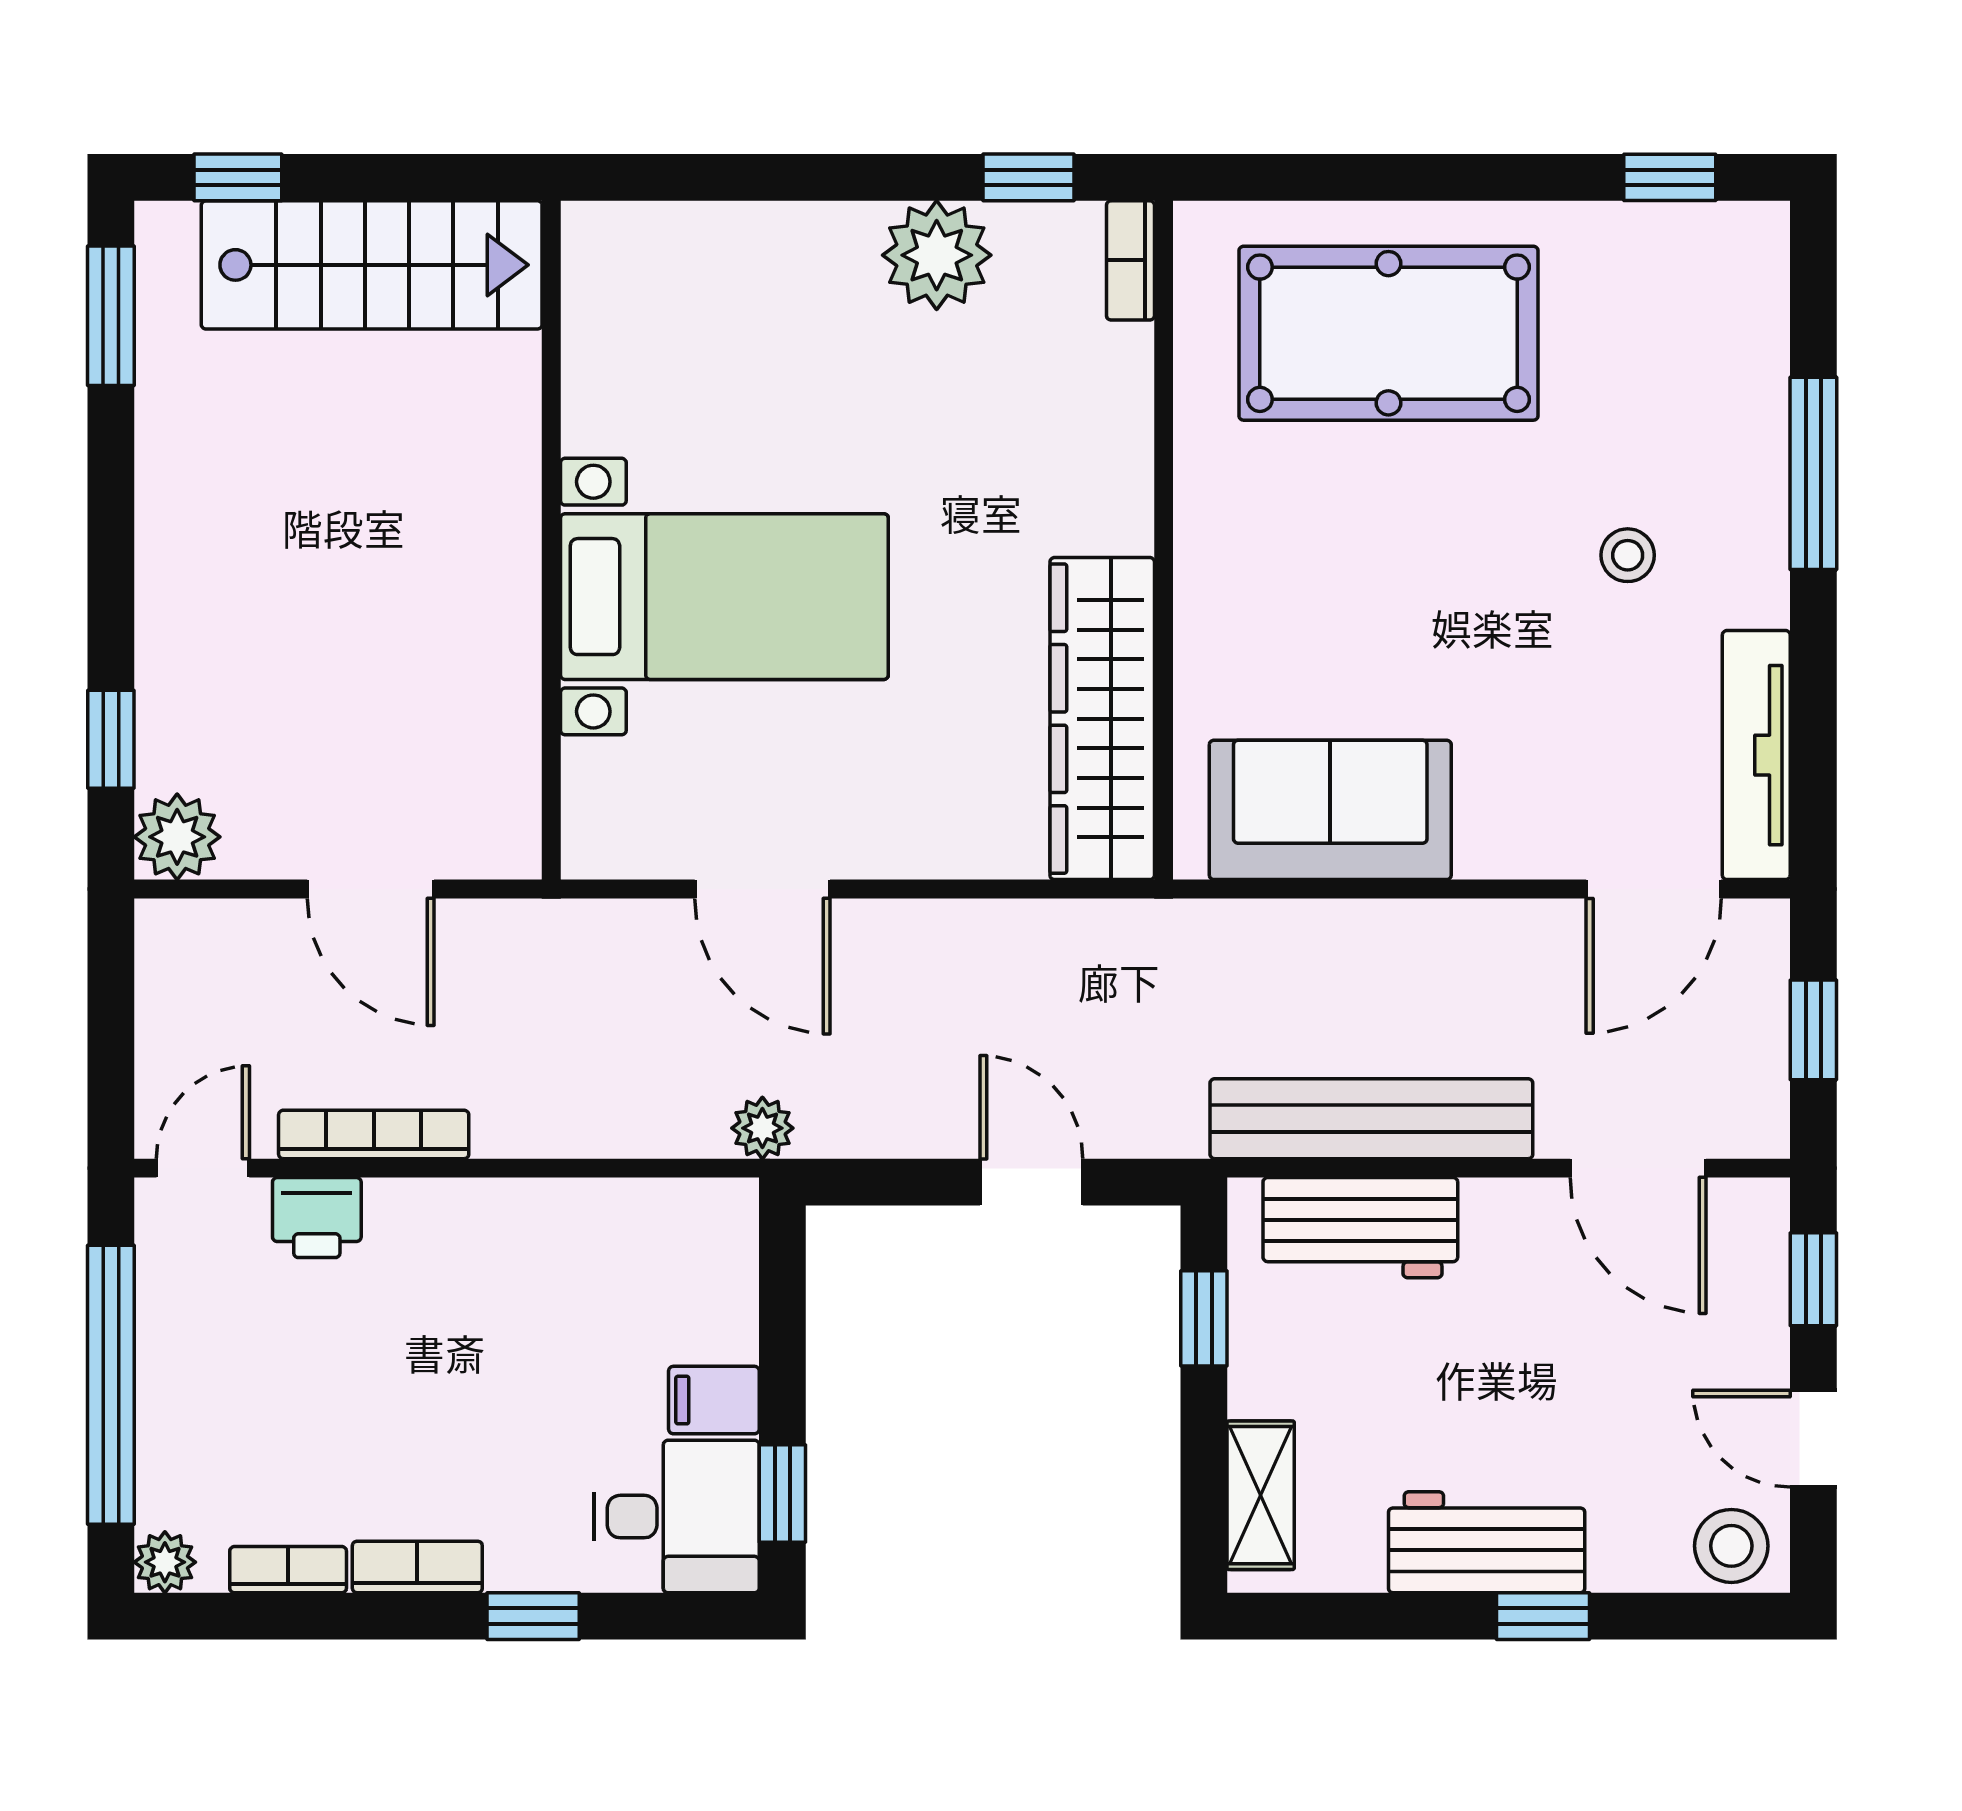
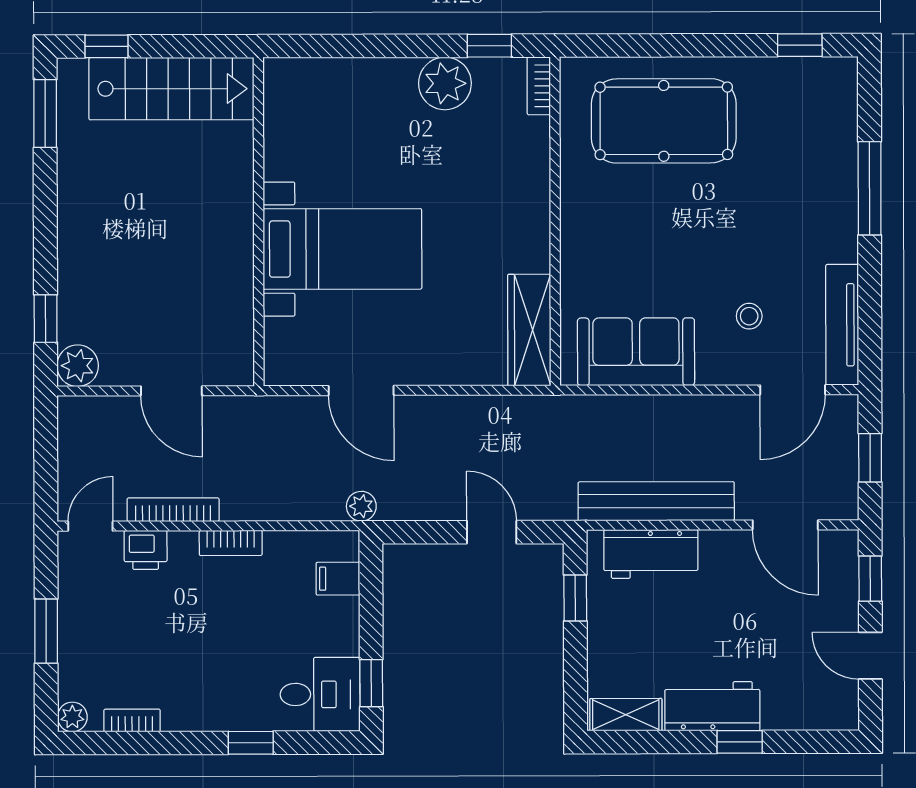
stool: (1628, 555) -> (749, 316), moved
wardrobe: (1102, 719) -> (529, 330), width x0.71, depth x0.85
window: (111, 1385) -> (46, 631), width x0.47
filing cabinet: (714, 1400) -> (338, 579), moved
shelving: (1261, 1495) -> (626, 715), moved, turned 90
stool: (1731, 1546) -> (831, 708), removed
bookcase: (417, 1567) -> (231, 543), moved, turned 180

